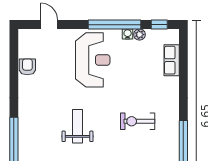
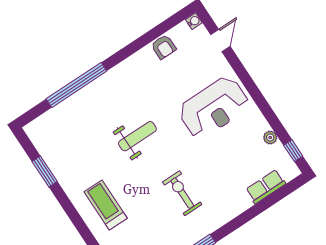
window: (114, 25) -> (264, 106), removed
water cooler: (128, 34) -> (194, 21), moved
armchair: (27, 67) -> (164, 47), turned 90

